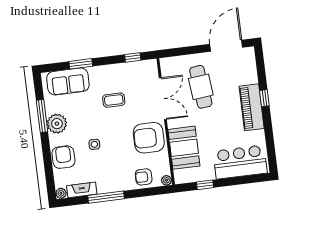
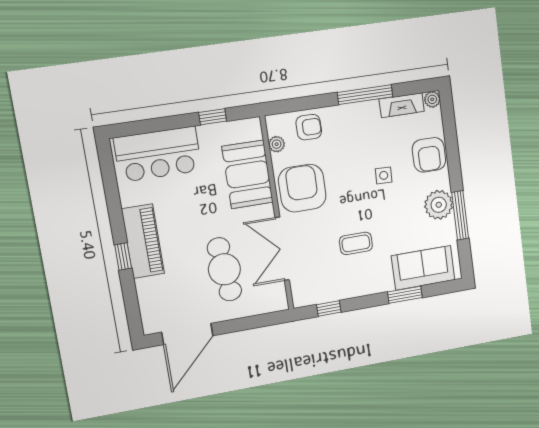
armchair: (149, 138) -> (302, 188), turned -90
plant: (166, 180) -> (277, 144), moved

